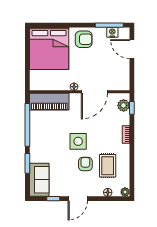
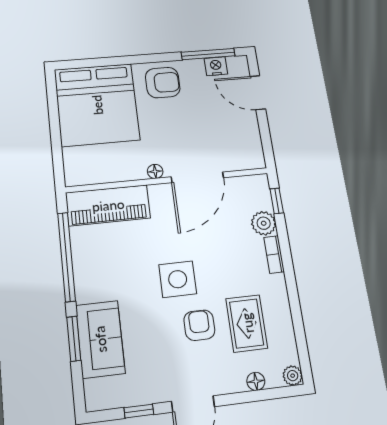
plant: (124, 105) -> (264, 223), moved
sofa: (39, 180) -> (100, 339), moved

